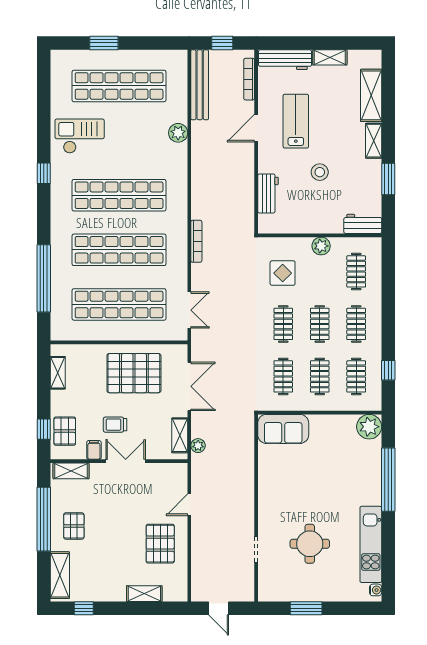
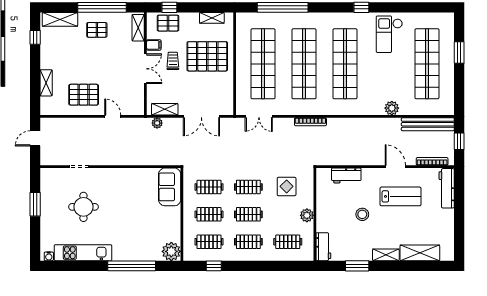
shelving: (330, 57) -> (448, 222), removed
checkout: (80, 136) -> (389, 34), turned 180
pallet: (134, 373) -> (207, 56), moved, turned 90

